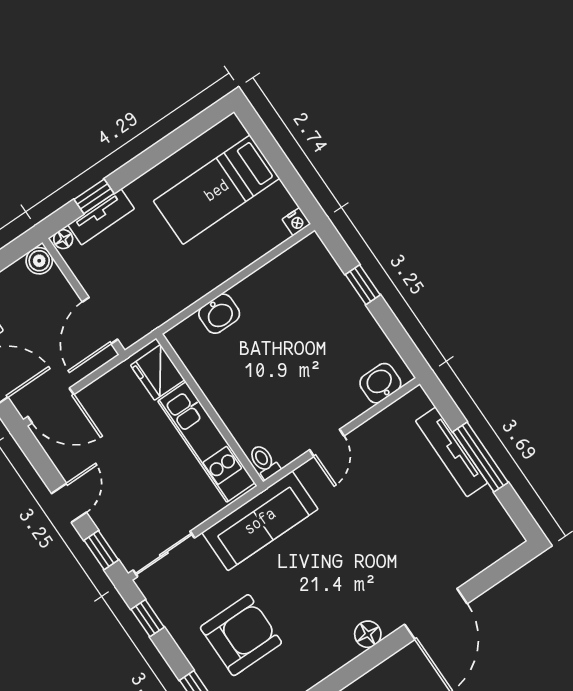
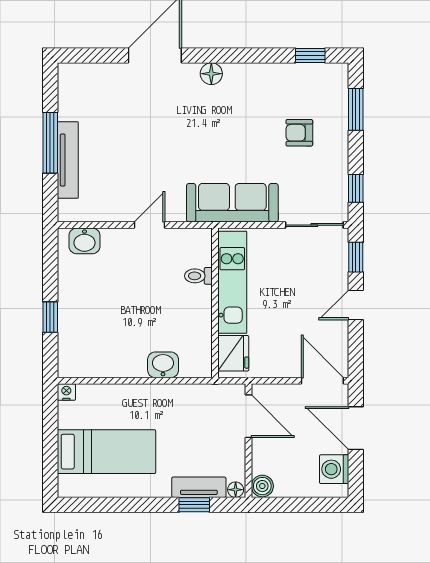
door: (100, 321) -> (248, 416), hinge flipped
toilet: (264, 462) -> (198, 276), moved, turned 90
armchair: (241, 635) -> (299, 133), width x0.53, depth x0.53

